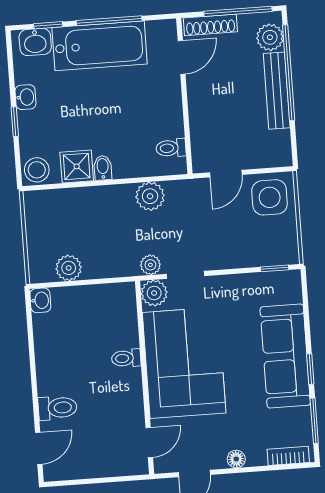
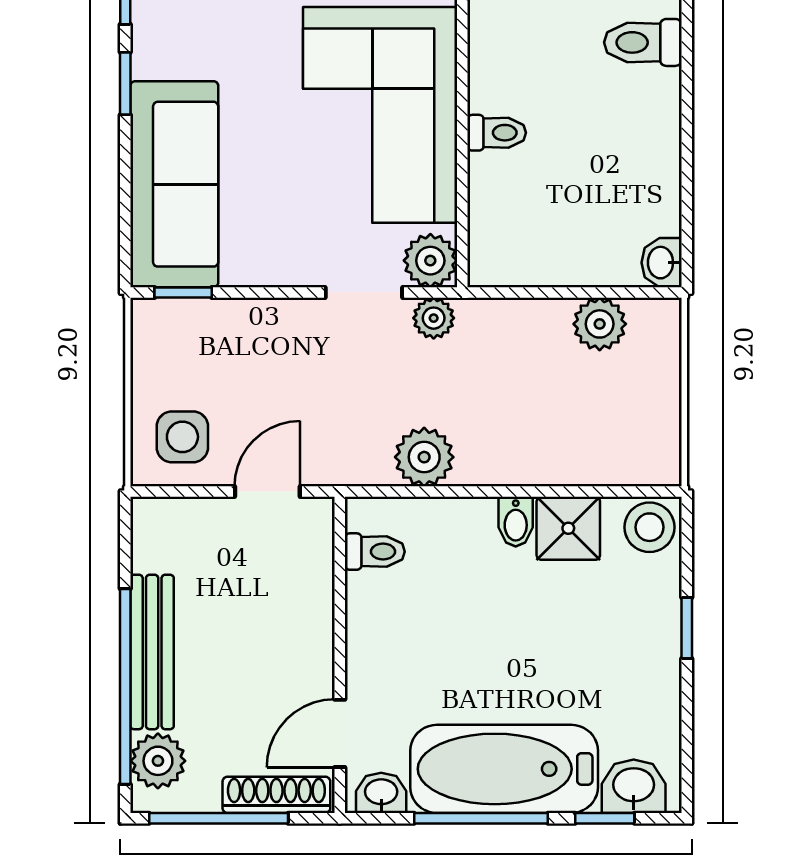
washbasin: (25, 97) -> (381, 793), moved, turned 90
side table: (270, 197) -> (182, 437), width x0.73, depth x0.73
sofa: (285, 356) -> (174, 184), moved

